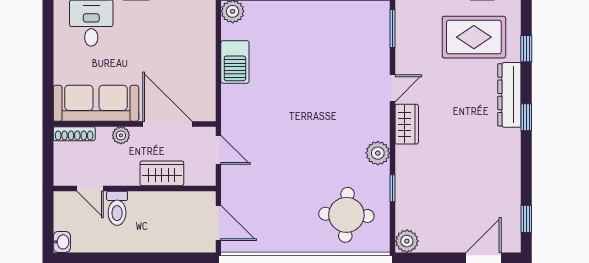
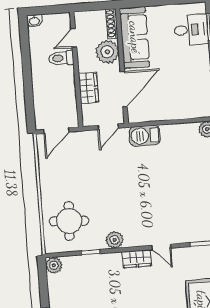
barbecue: (235, 62) -> (145, 136), moved
plant: (121, 135) -> (107, 52), width x1.88, depth x1.88

